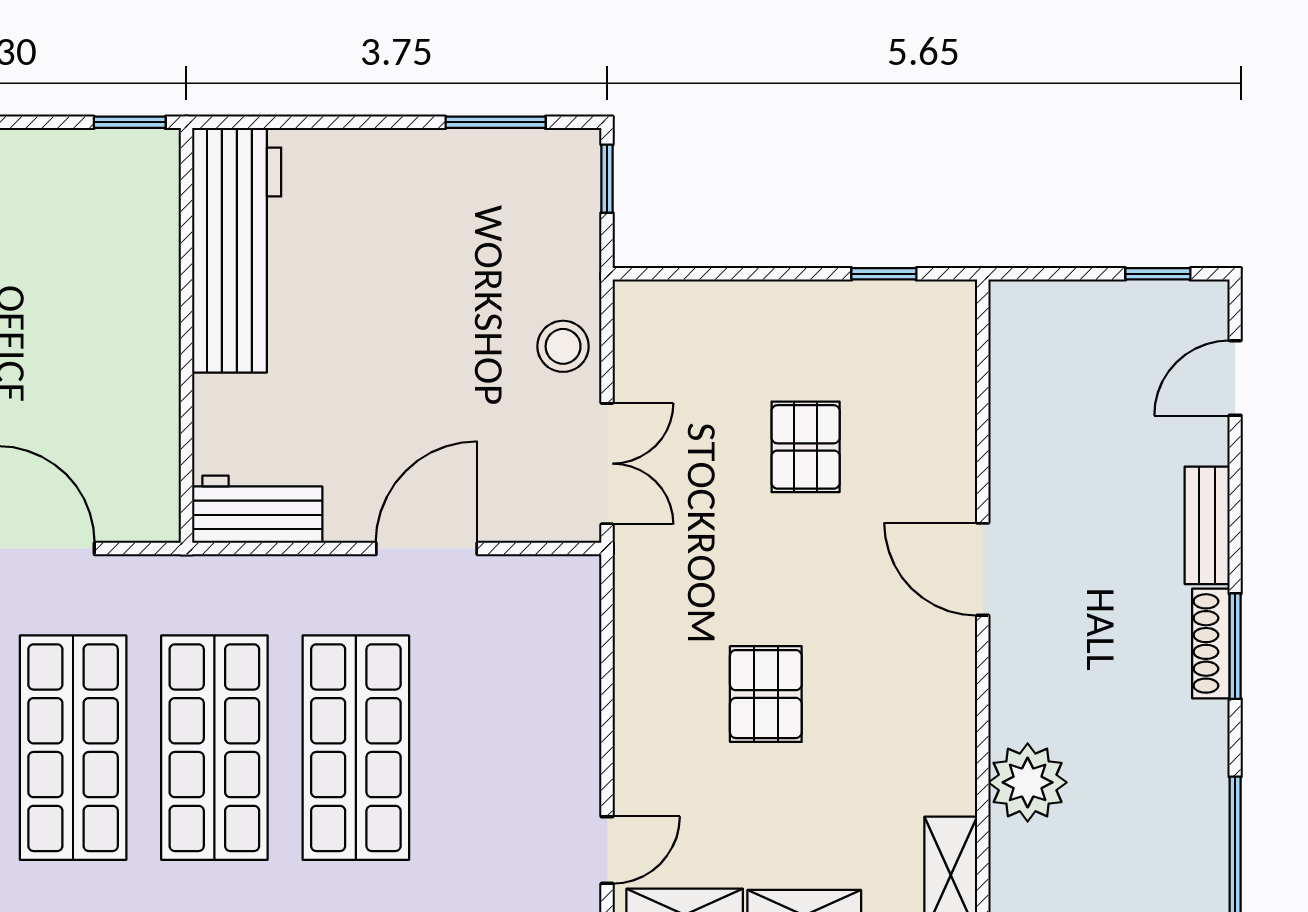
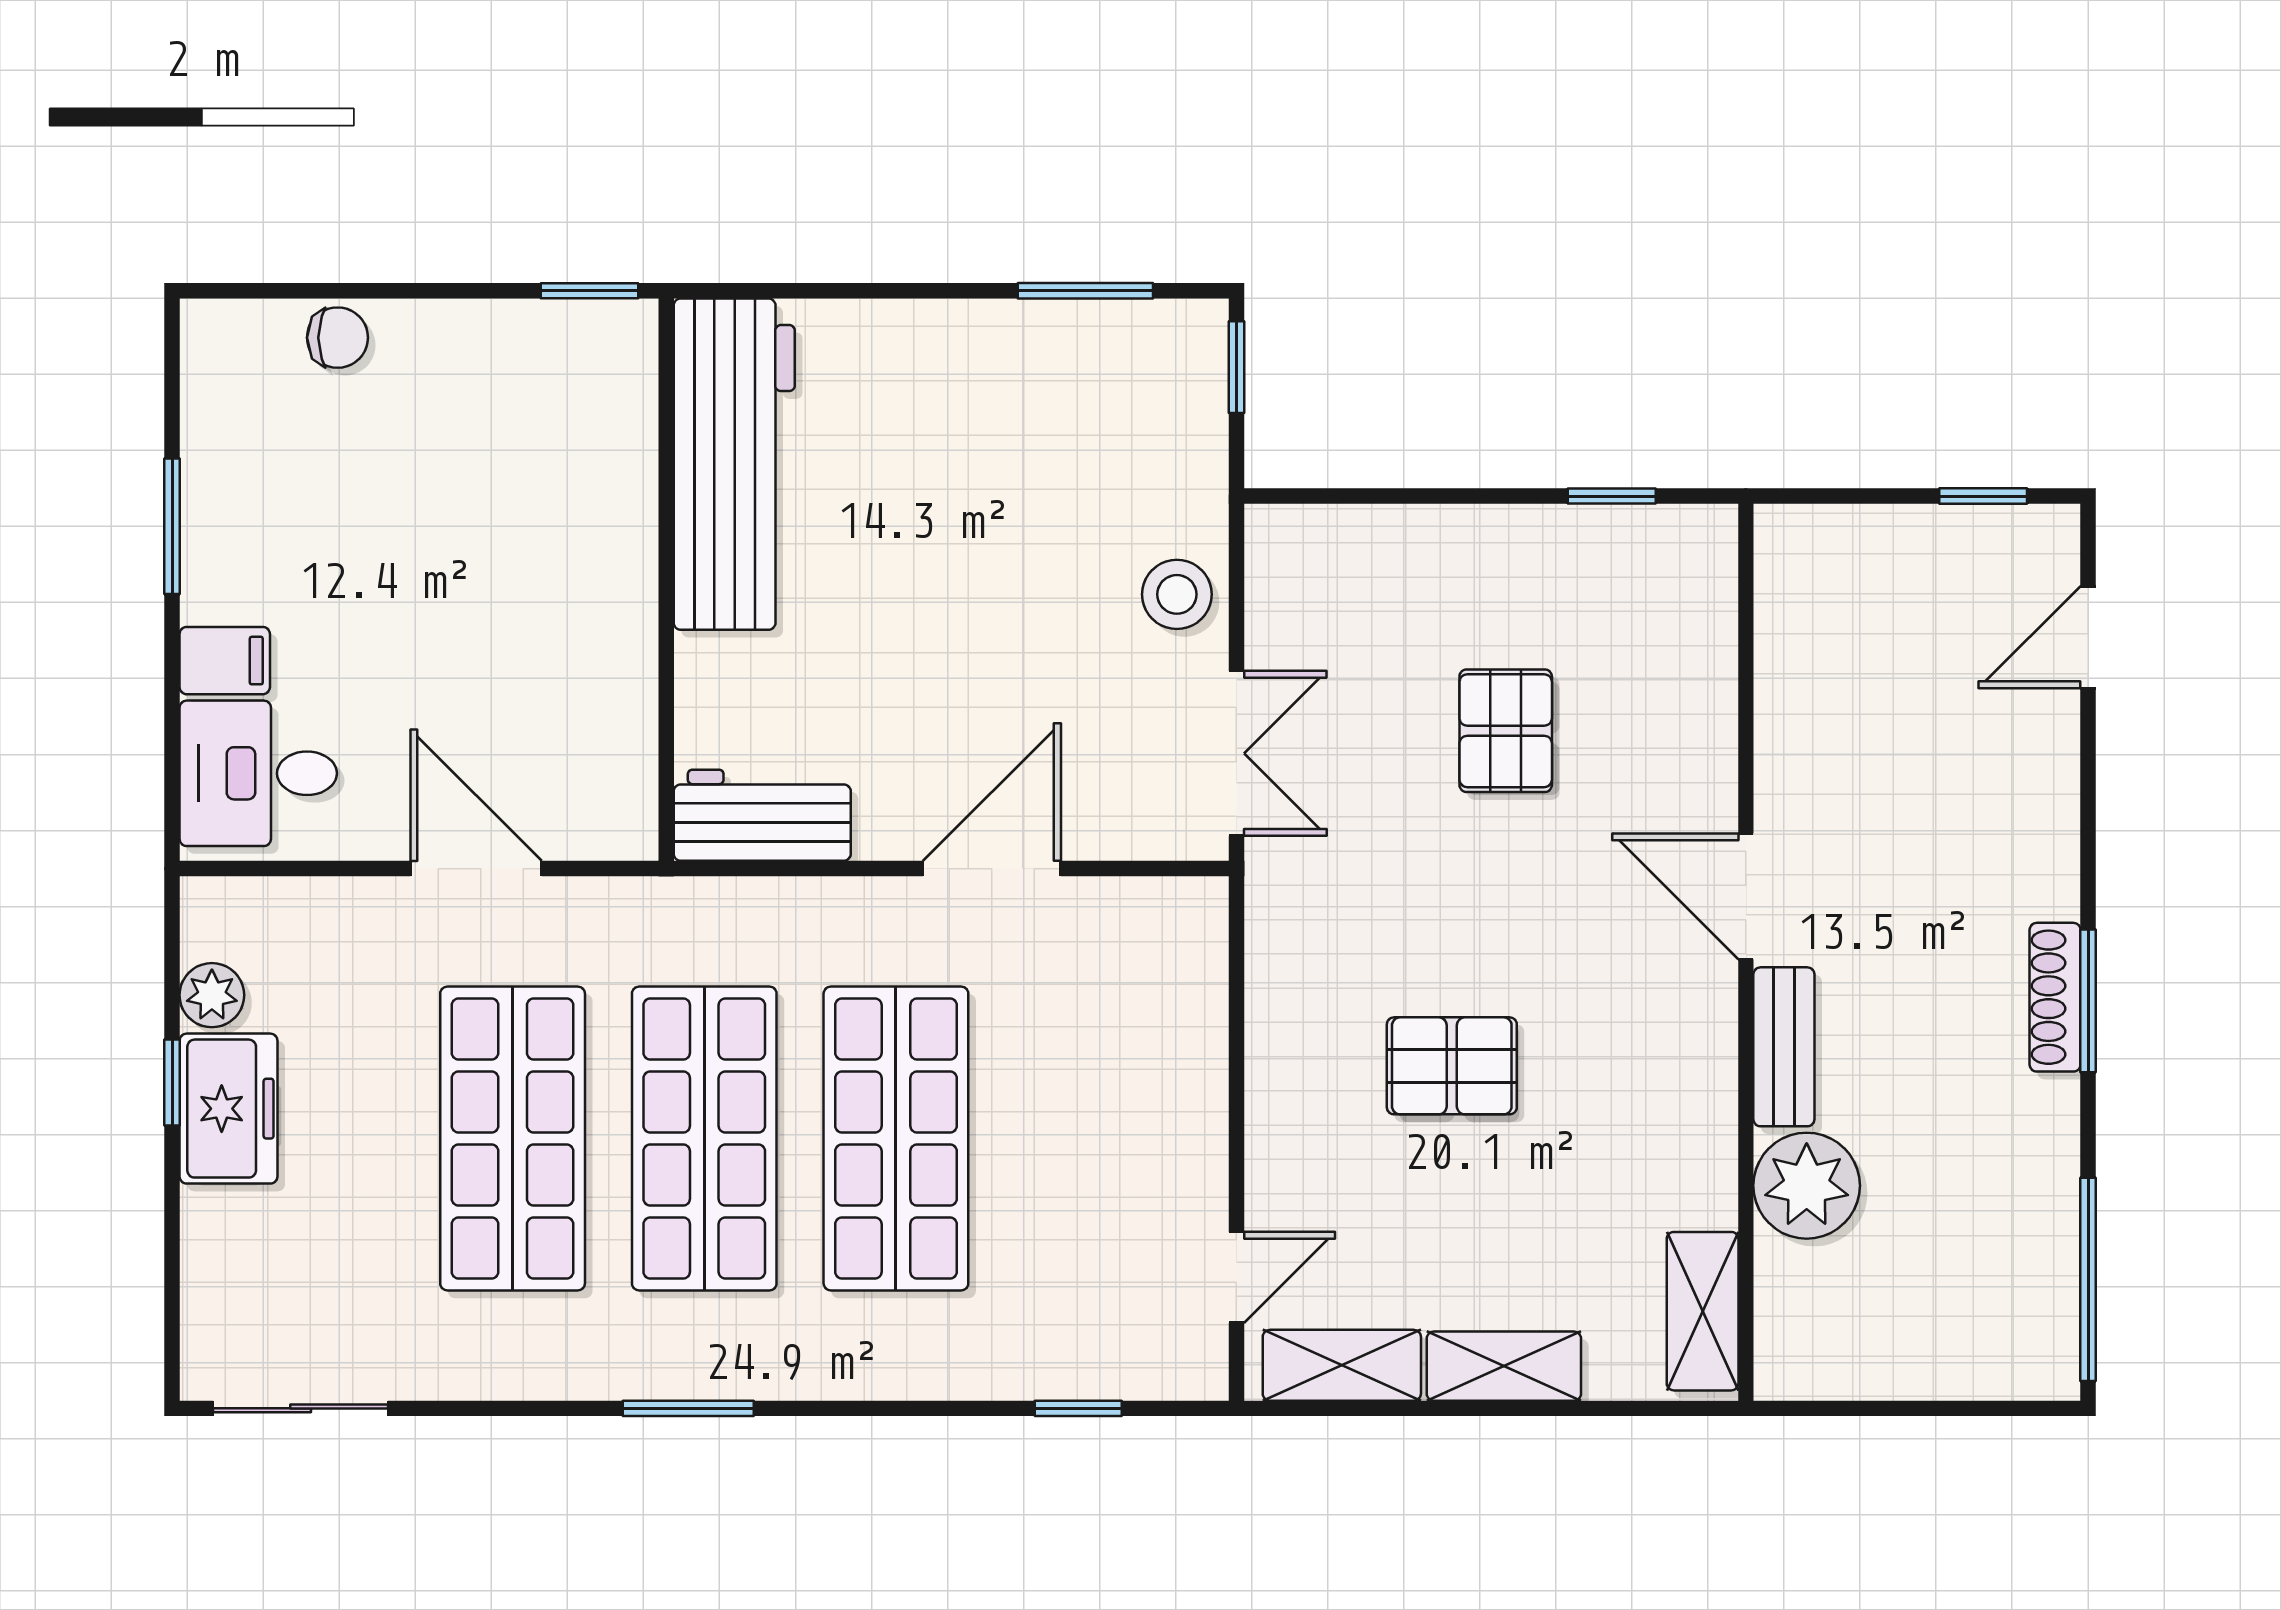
bench: (1207, 525) -> (1784, 1047), moved
pallet: (766, 694) -> (1452, 1066), turned 90

